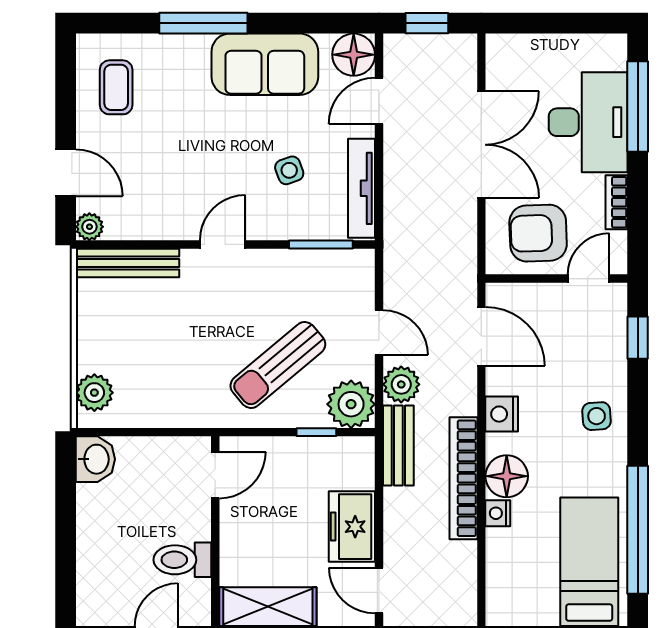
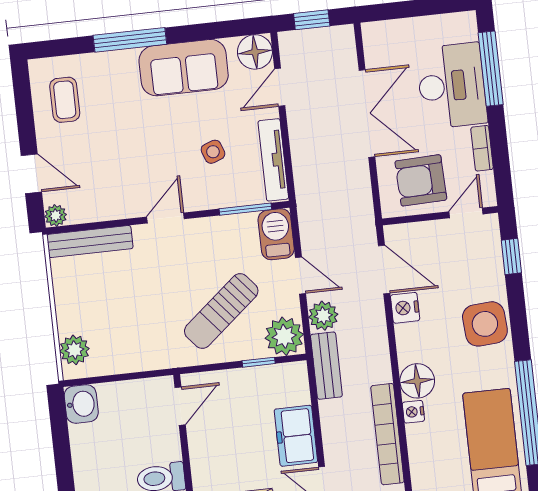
barbecue: (355, 279) -> (276, 234), added
nightstand: (502, 414) -> (405, 308), moved
side table: (597, 416) -> (485, 324), width x1.87, depth x1.87
bookcase: (463, 478) -> (387, 434), moved

